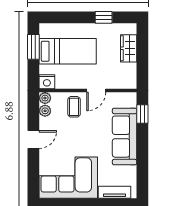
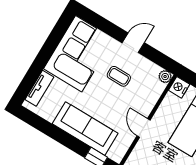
coffee table: (74, 107) -> (119, 76), moved
plant: (45, 111) -> (153, 69), removed
door: (33, 140) -> (133, 43), swing flipped

